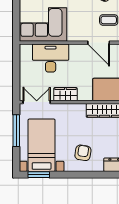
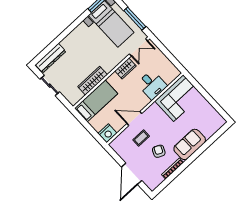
desk: (51, 58) -> (152, 85), width x0.73
armchair: (83, 153) -> (82, 43), removed

